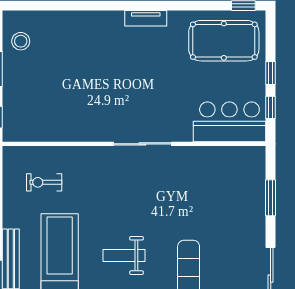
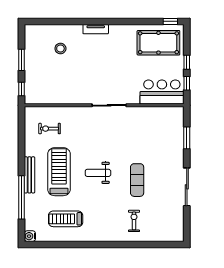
tv unit: (146, 18) -> (96, 29), moved
stool: (21, 41) -> (60, 48), moved

